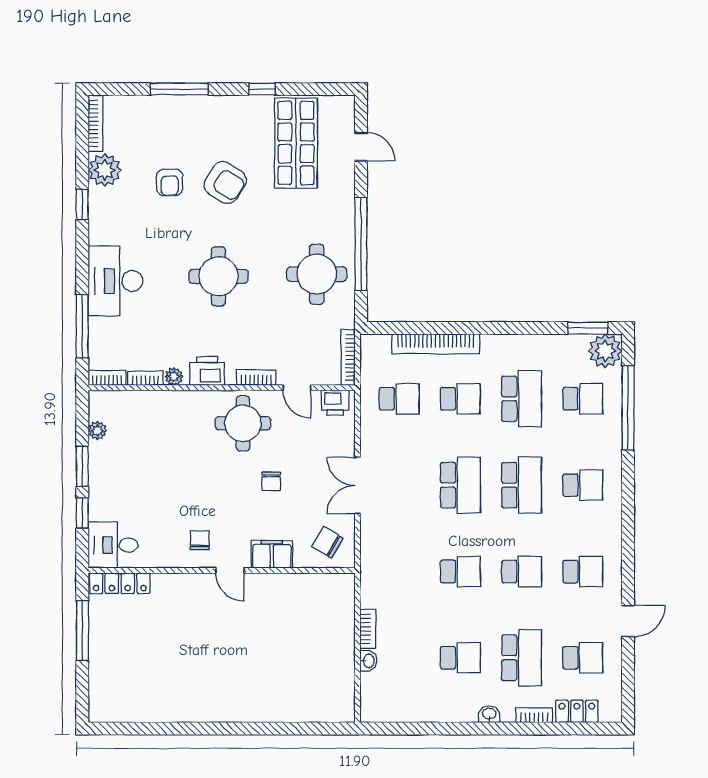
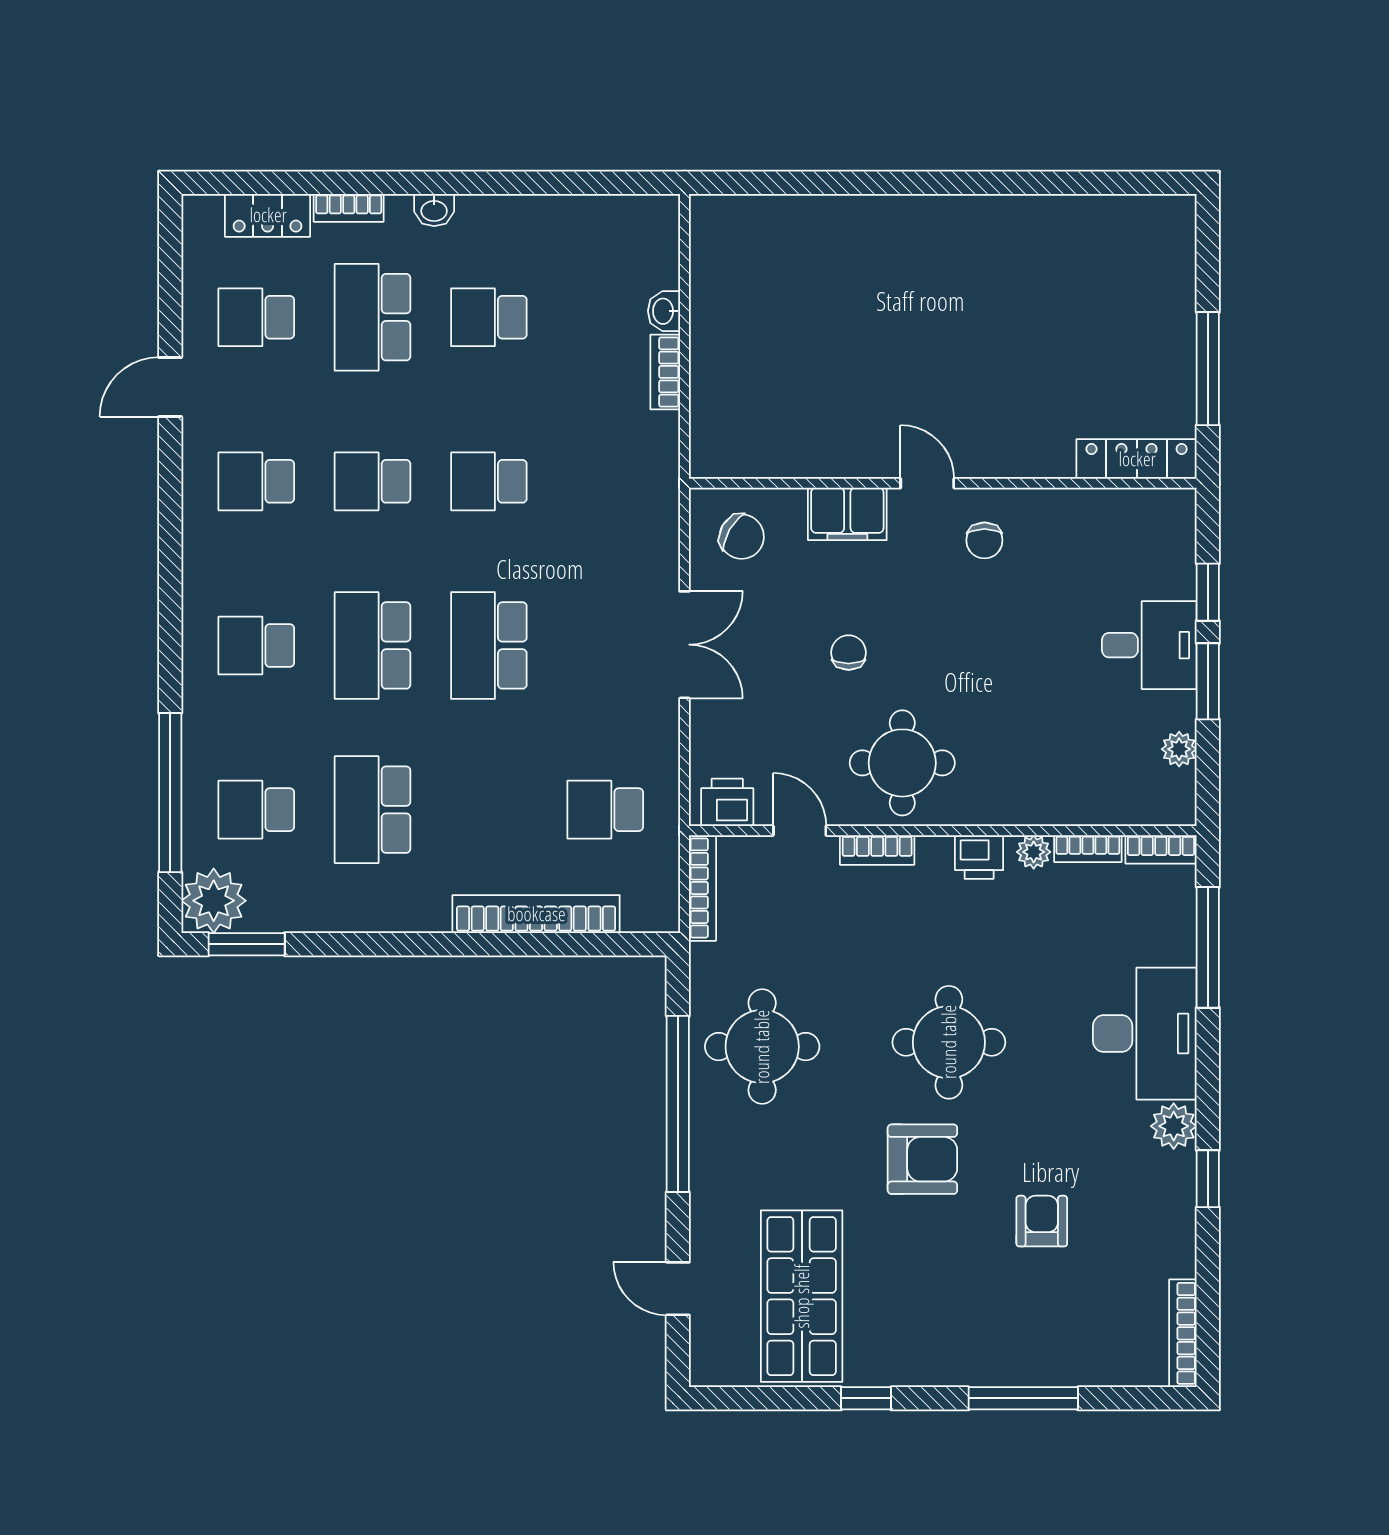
plant: (105, 170) -> (1174, 1126), moved, width x0.73, depth x0.73
armchair: (225, 183) -> (922, 1159), moved, turned 148
printer: (207, 371) -> (979, 857), width x0.73, depth x0.81
school desk: (460, 399) -> (489, 810), removed
desk: (113, 545) -> (1149, 645), moved

